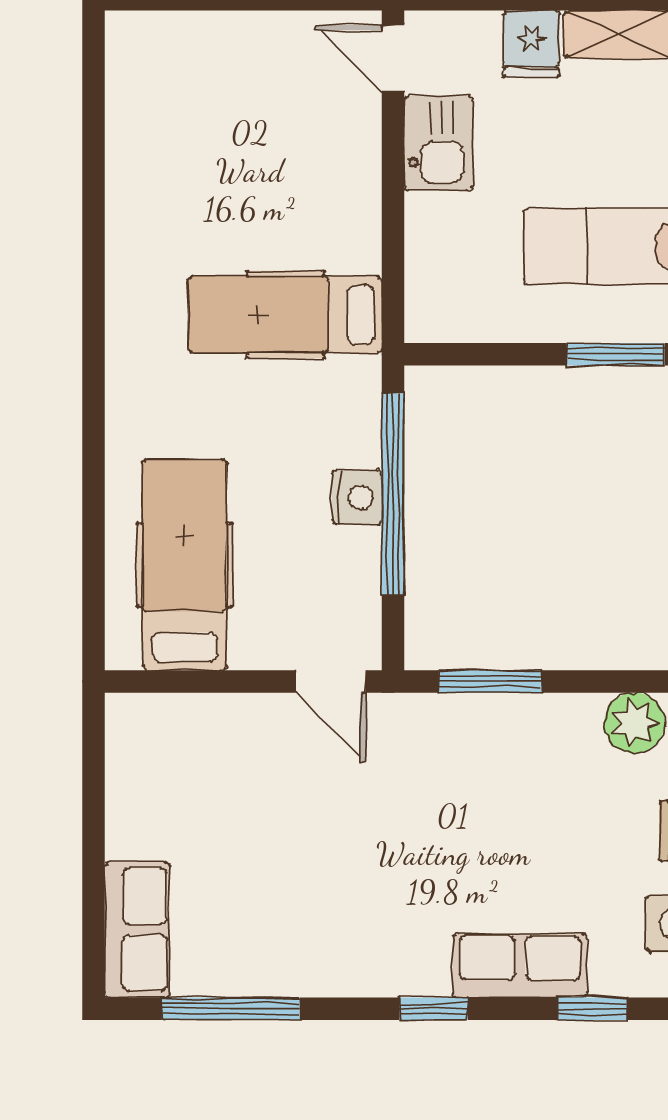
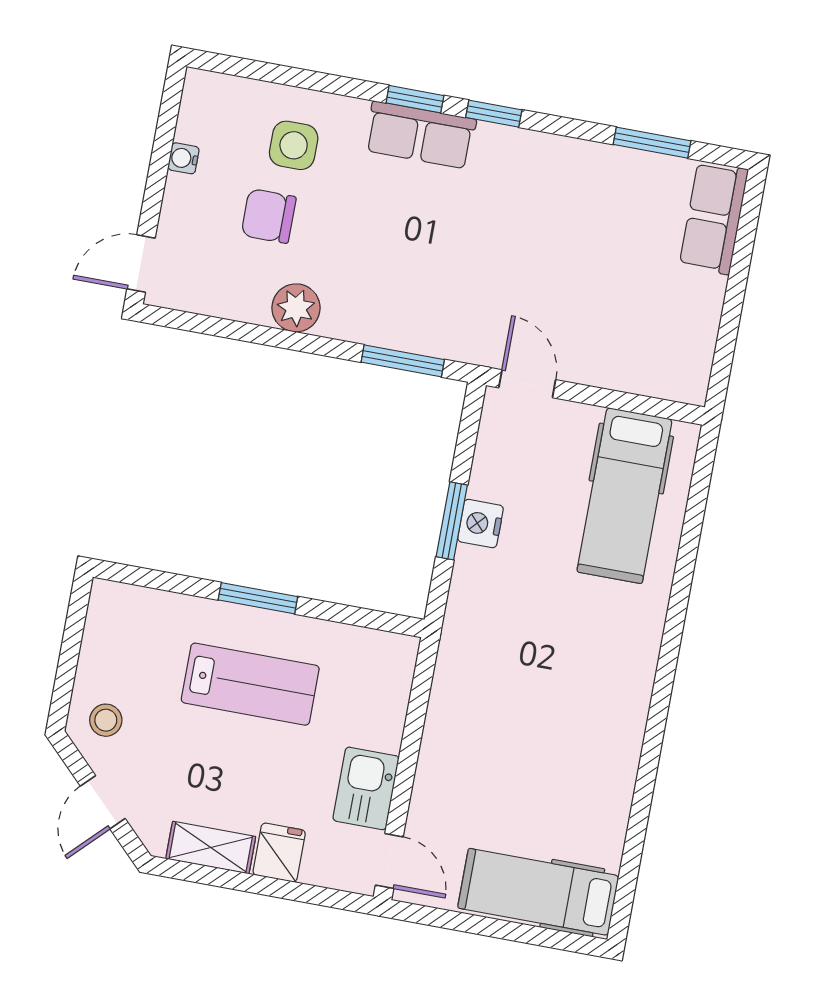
hospital bed: (285, 315) -> (538, 892), moved, turned 180
window: (393, 494) -> (452, 521), width x0.47
window: (231, 1009) -> (652, 143), width x0.69
window: (592, 1009) -> (415, 99), moved

